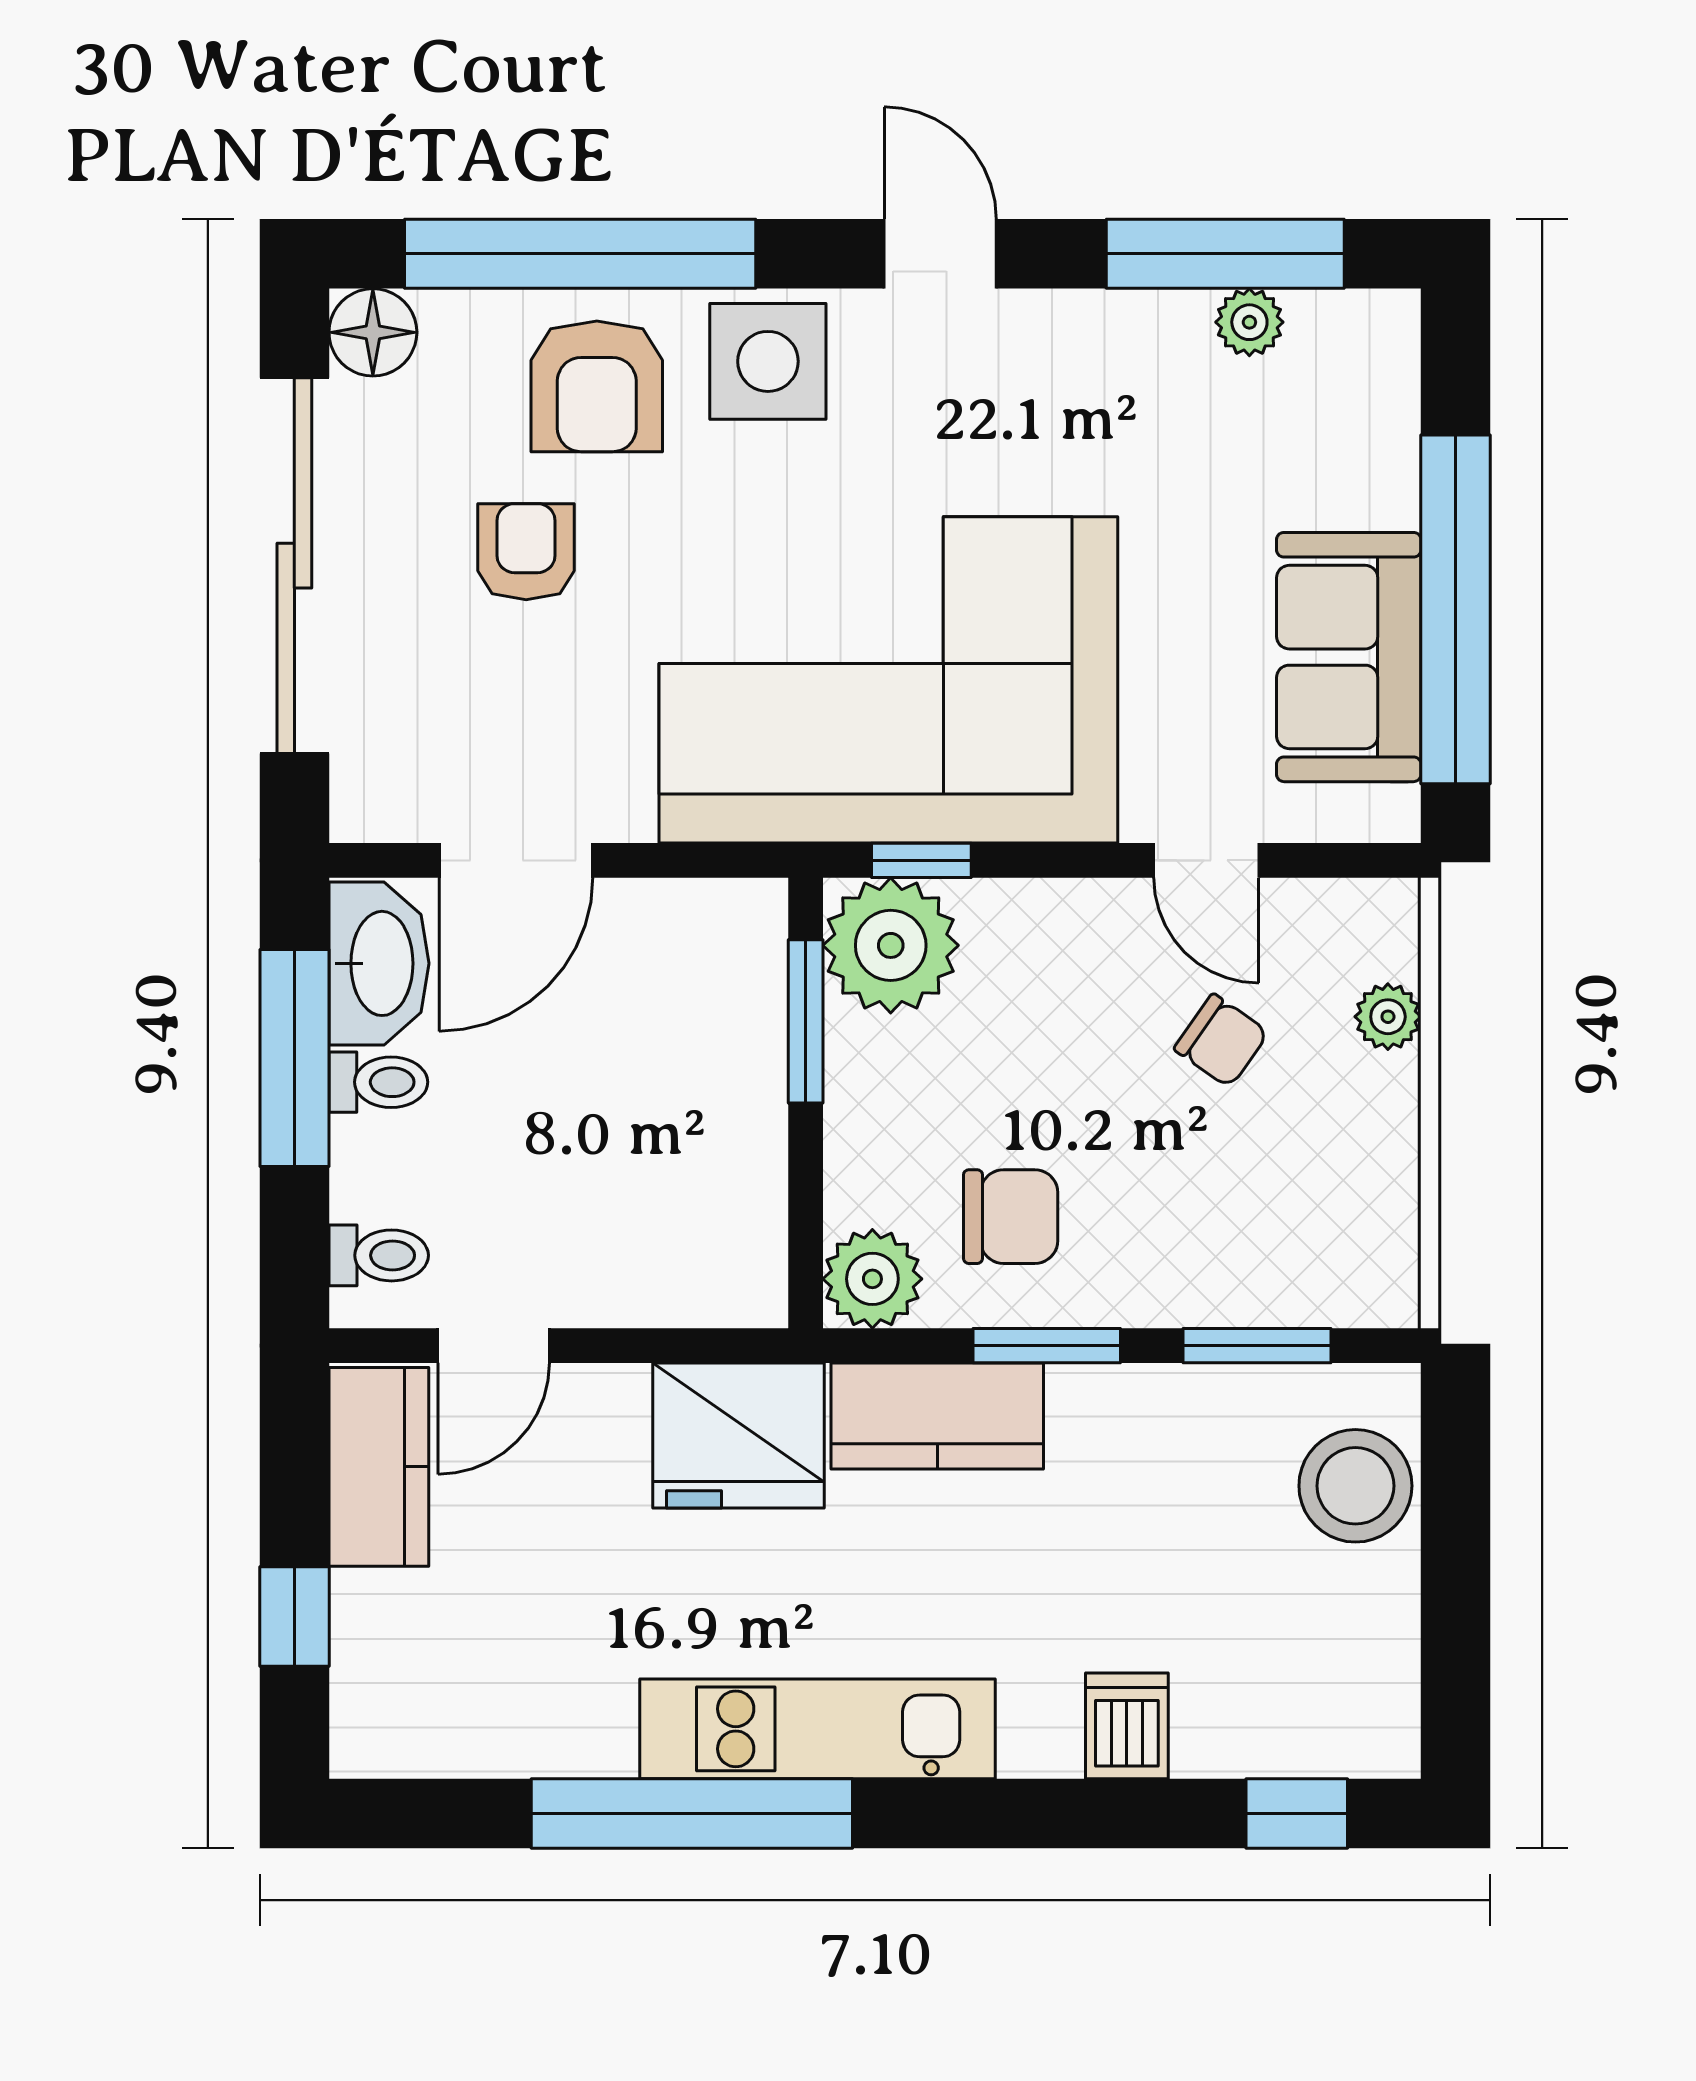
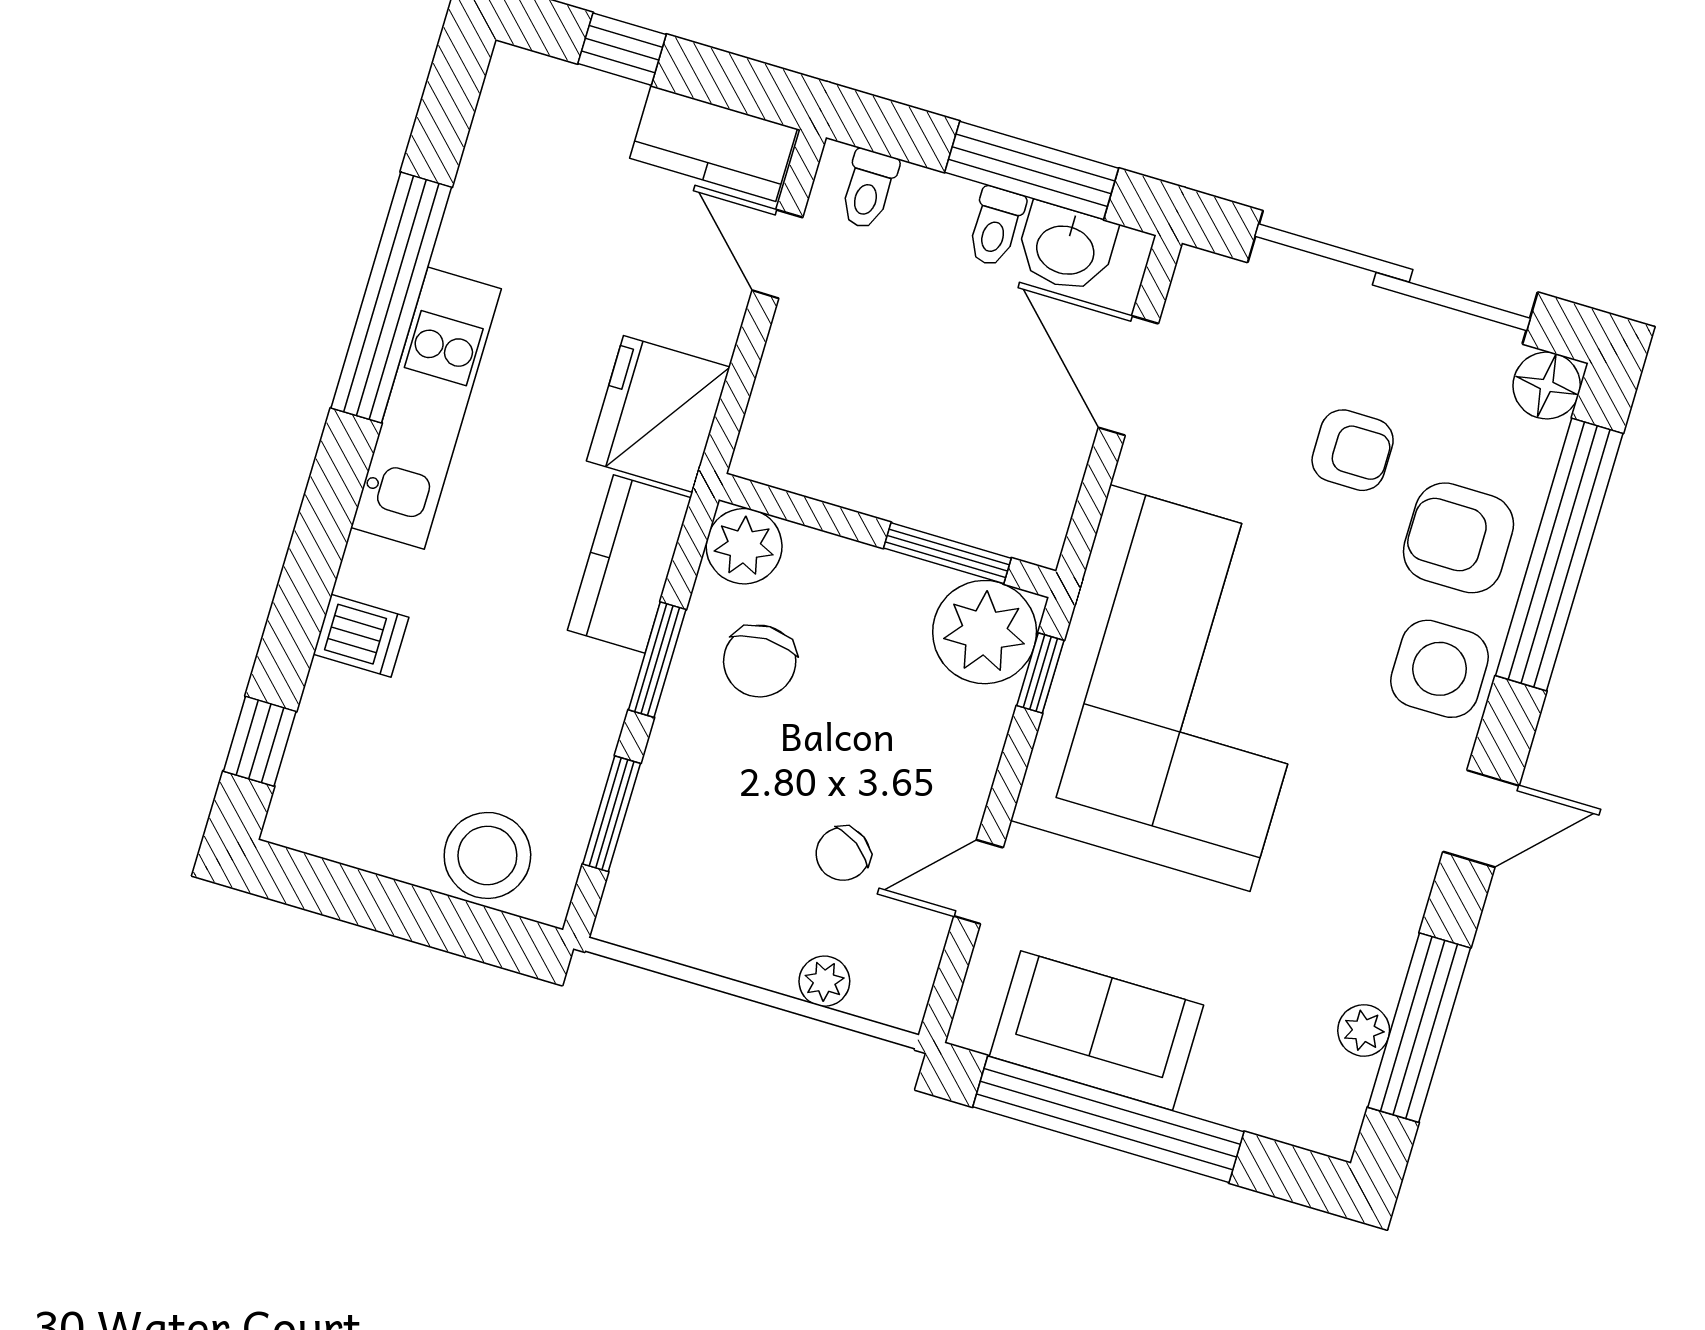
washbasin: (379, 963) -> (1066, 248), width x0.72

